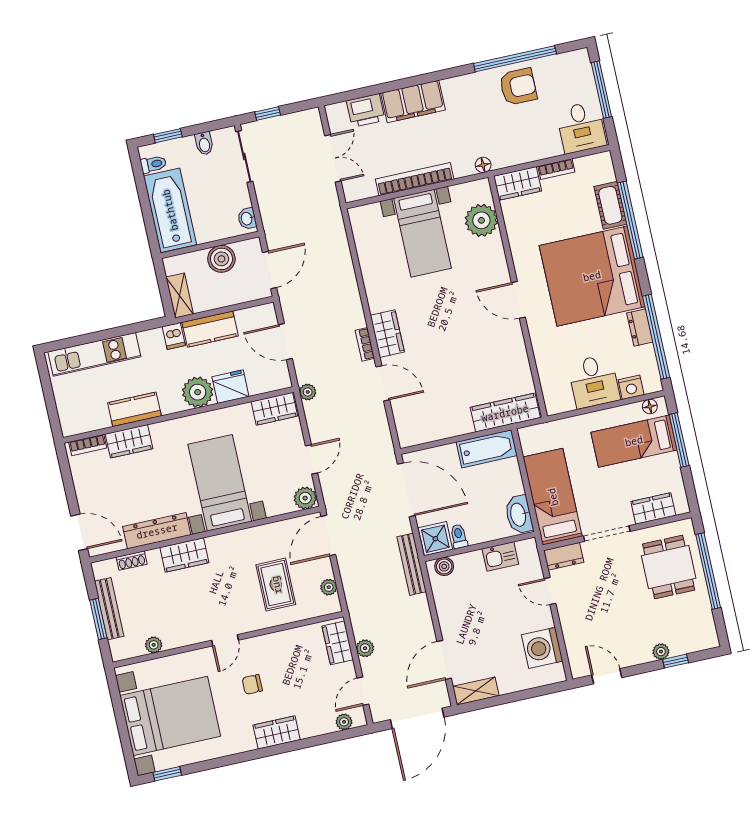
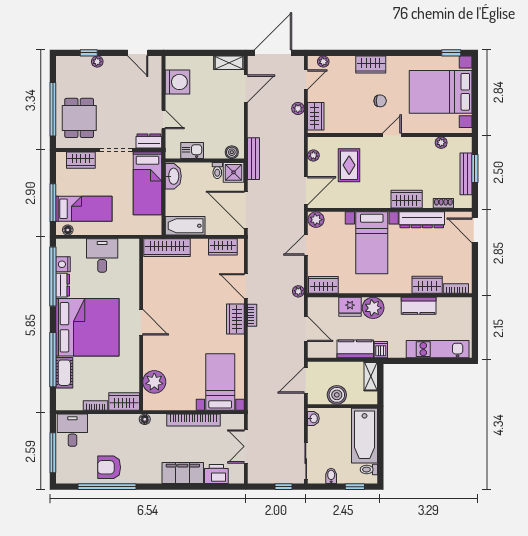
bed with nightstands: (423, 233) -> (220, 382), moved
nightstand: (631, 387) -> (63, 264), moved, turned -90
wardrobe: (427, 431) -> (223, 247), added

